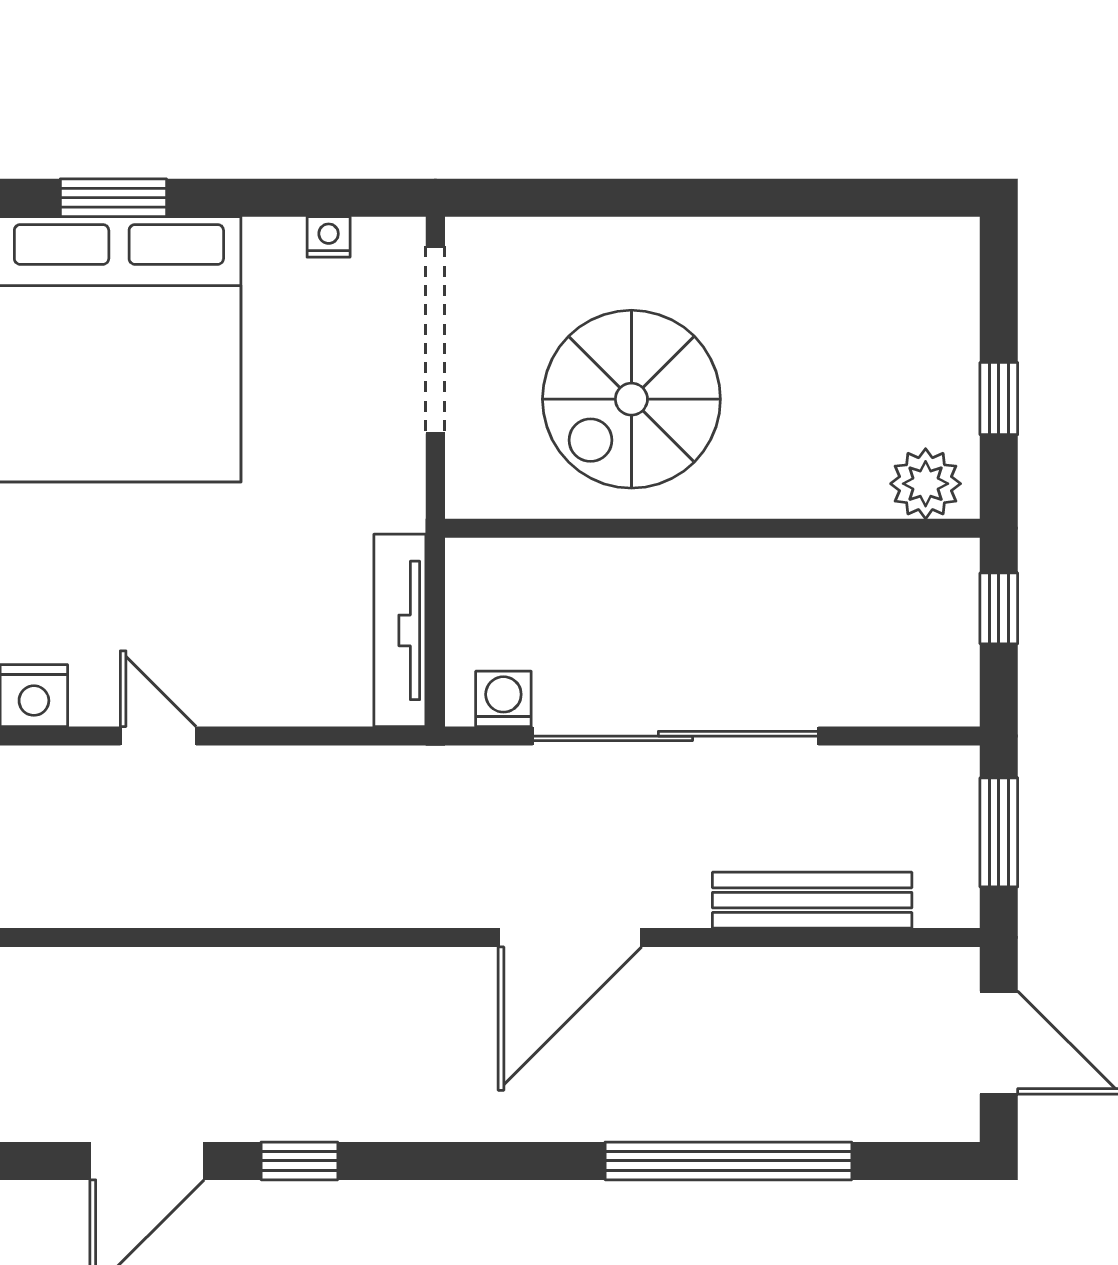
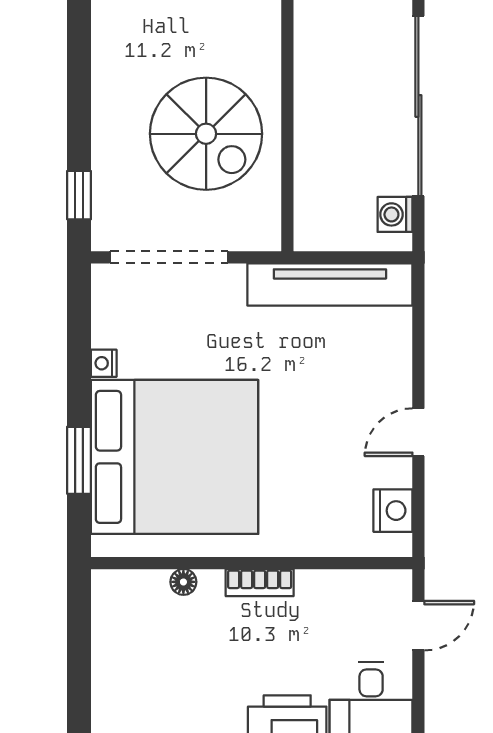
window: (534, 198) -> (79, 195), added
nightstand: (329, 237) -> (104, 363), moved
tv unit: (400, 630) -> (330, 284), width x1.36, depth x1.29

